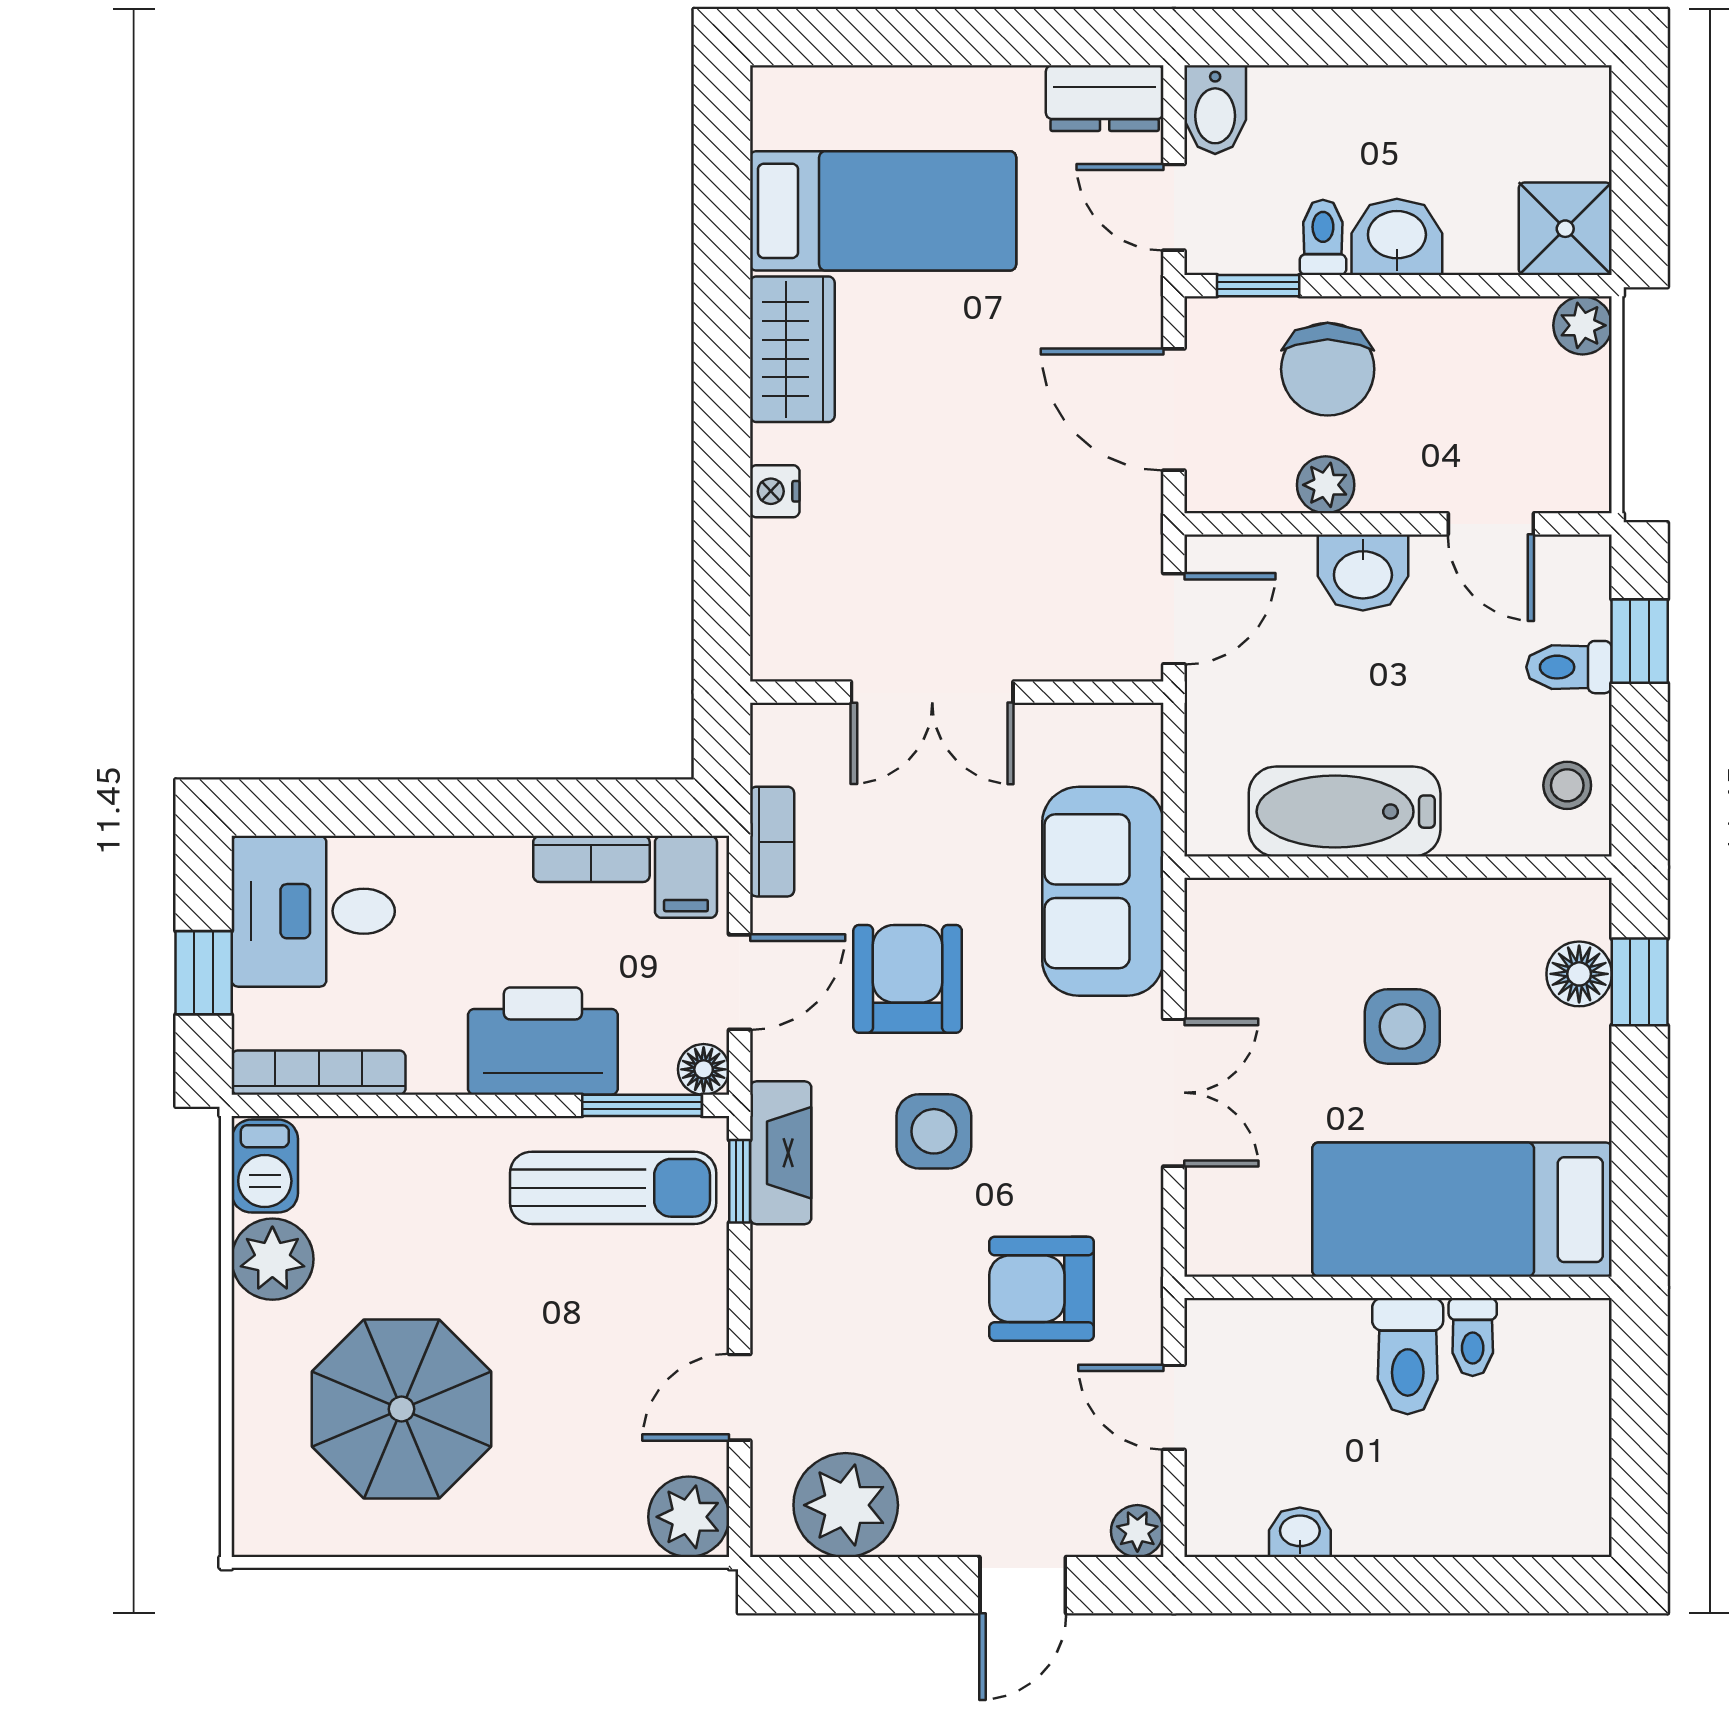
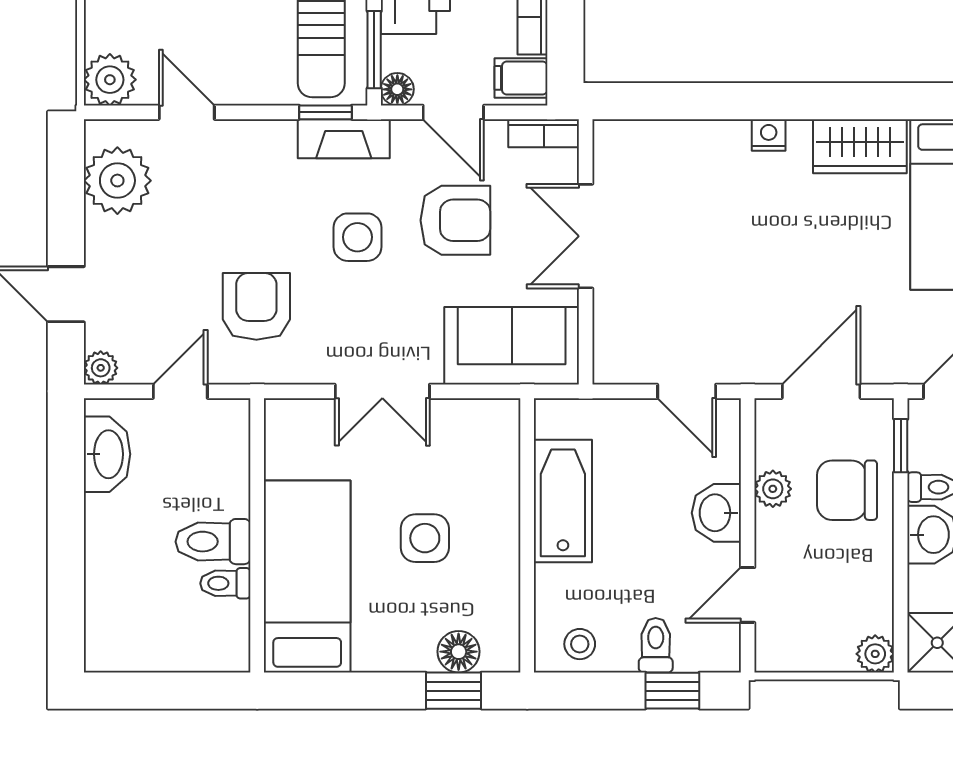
double door: (932, 692) -> (586, 236), moved
wall: (957, 692) -> (586, 252), moved
washbasin: (1300, 1532) -> (107, 454), width x1.91, depth x1.45

